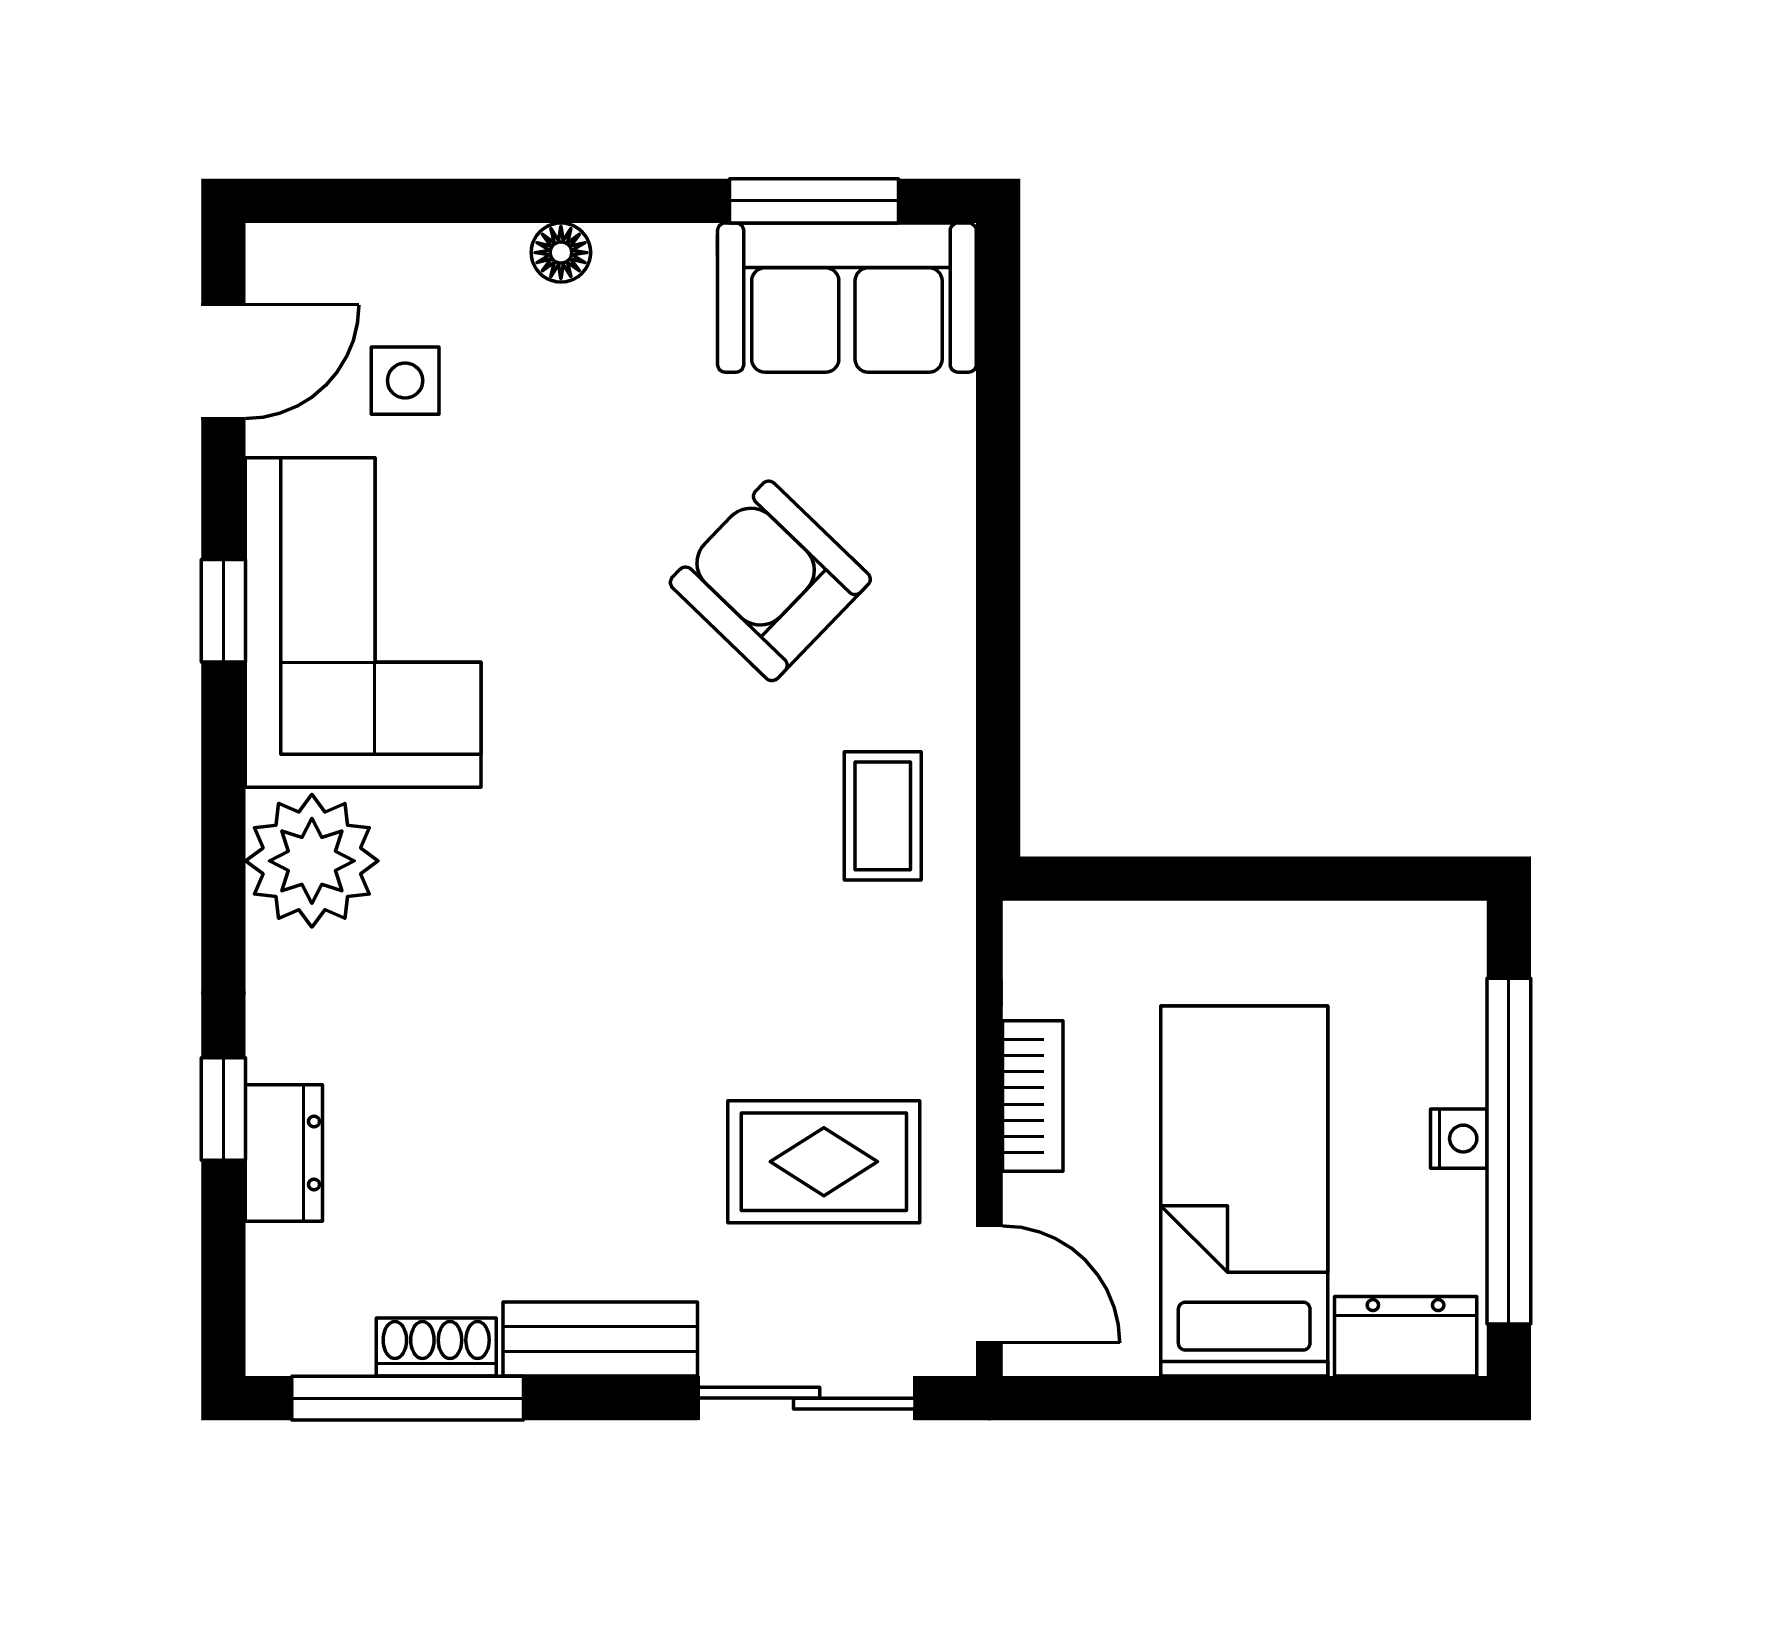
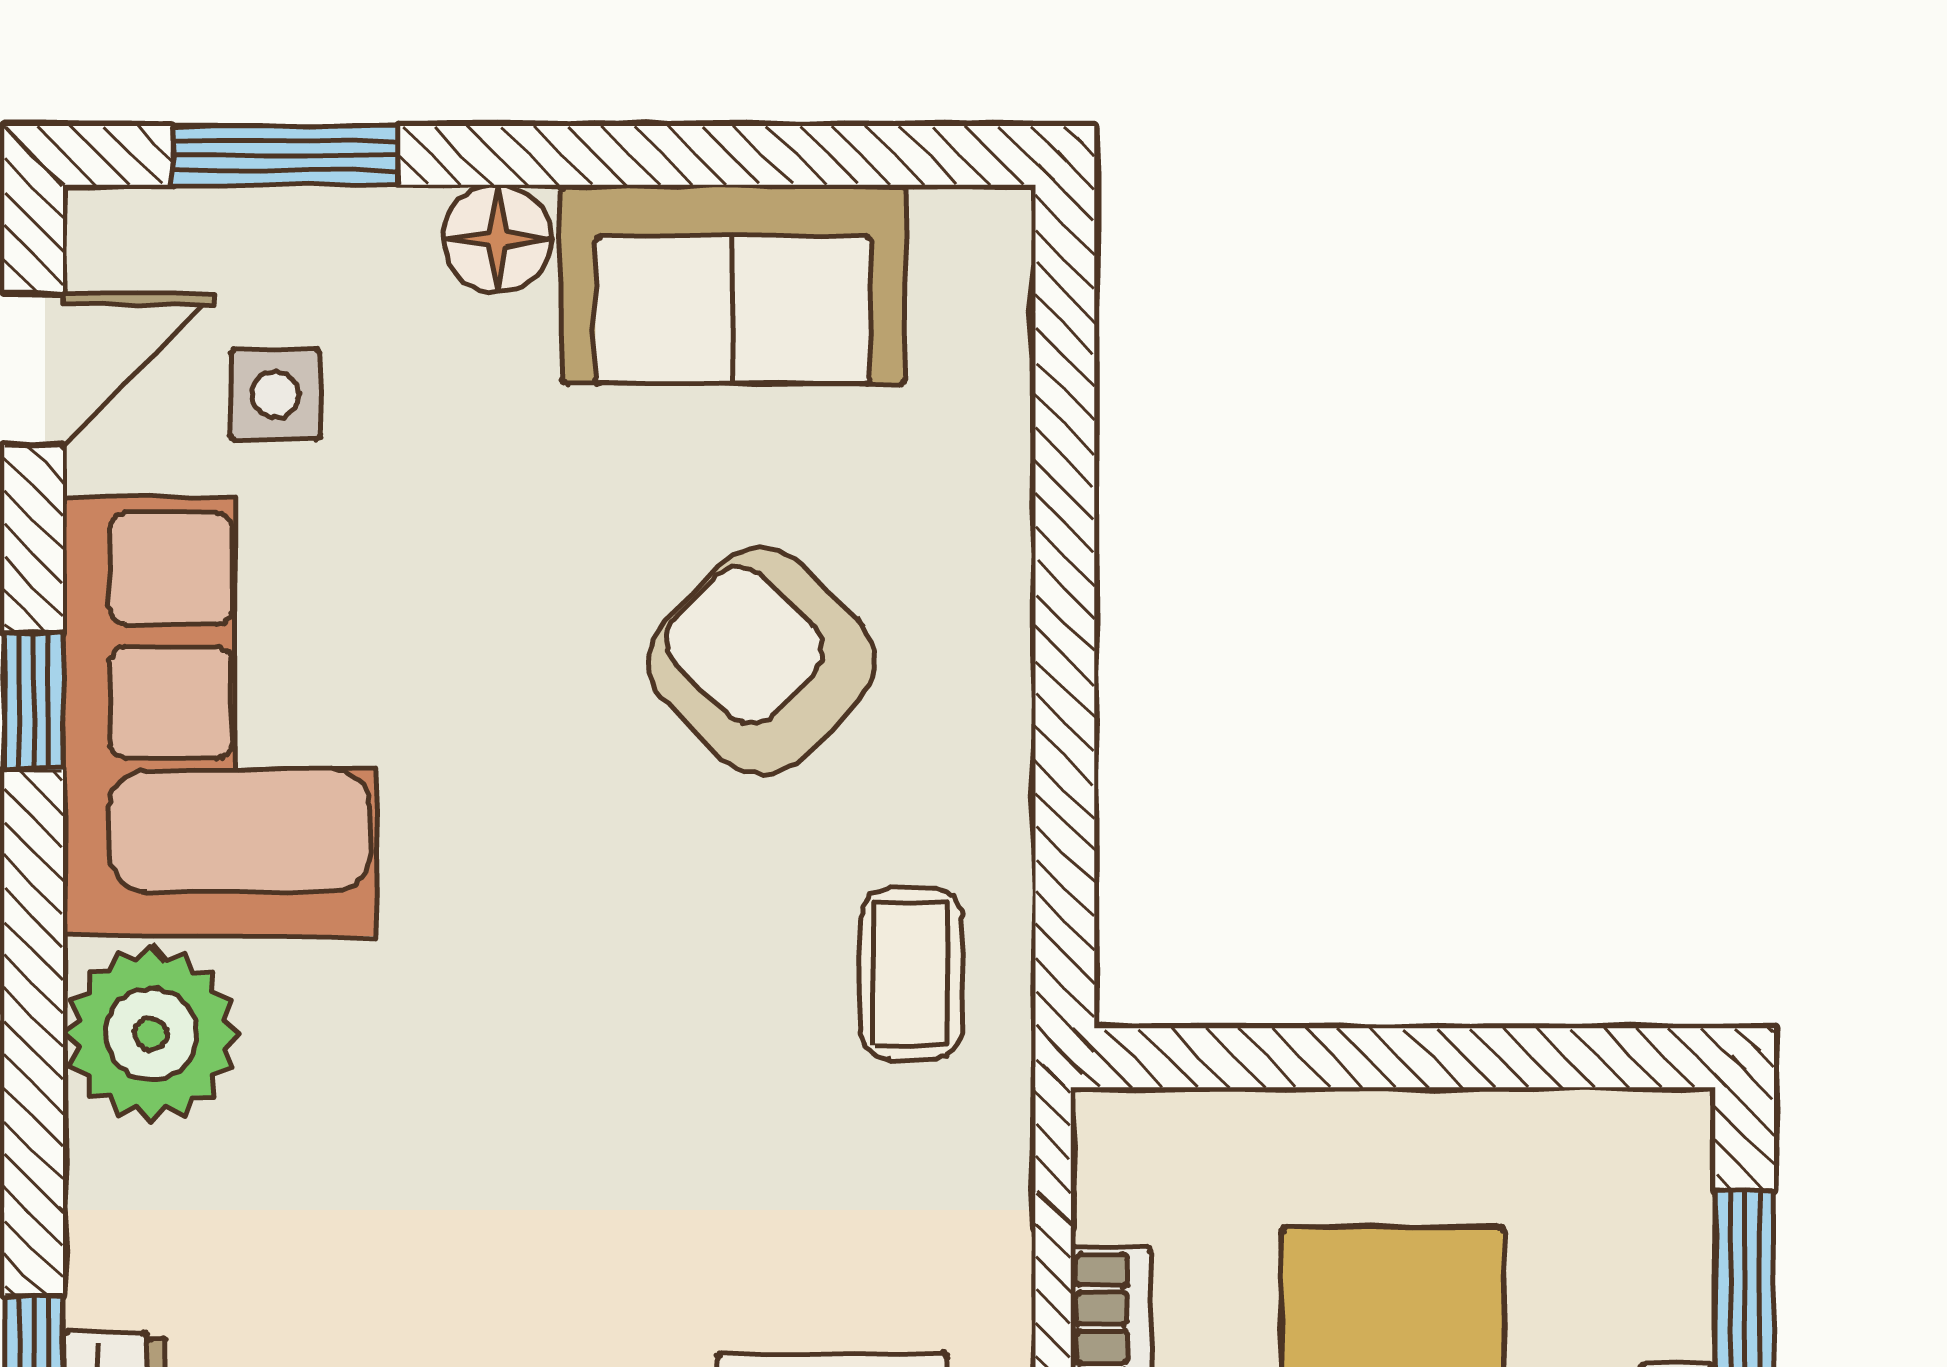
window: (814, 201) -> (285, 155), moved
floor lamp: (561, 253) -> (497, 239), width x1.37, depth x1.37
sofa: (847, 298) -> (733, 284), moved

